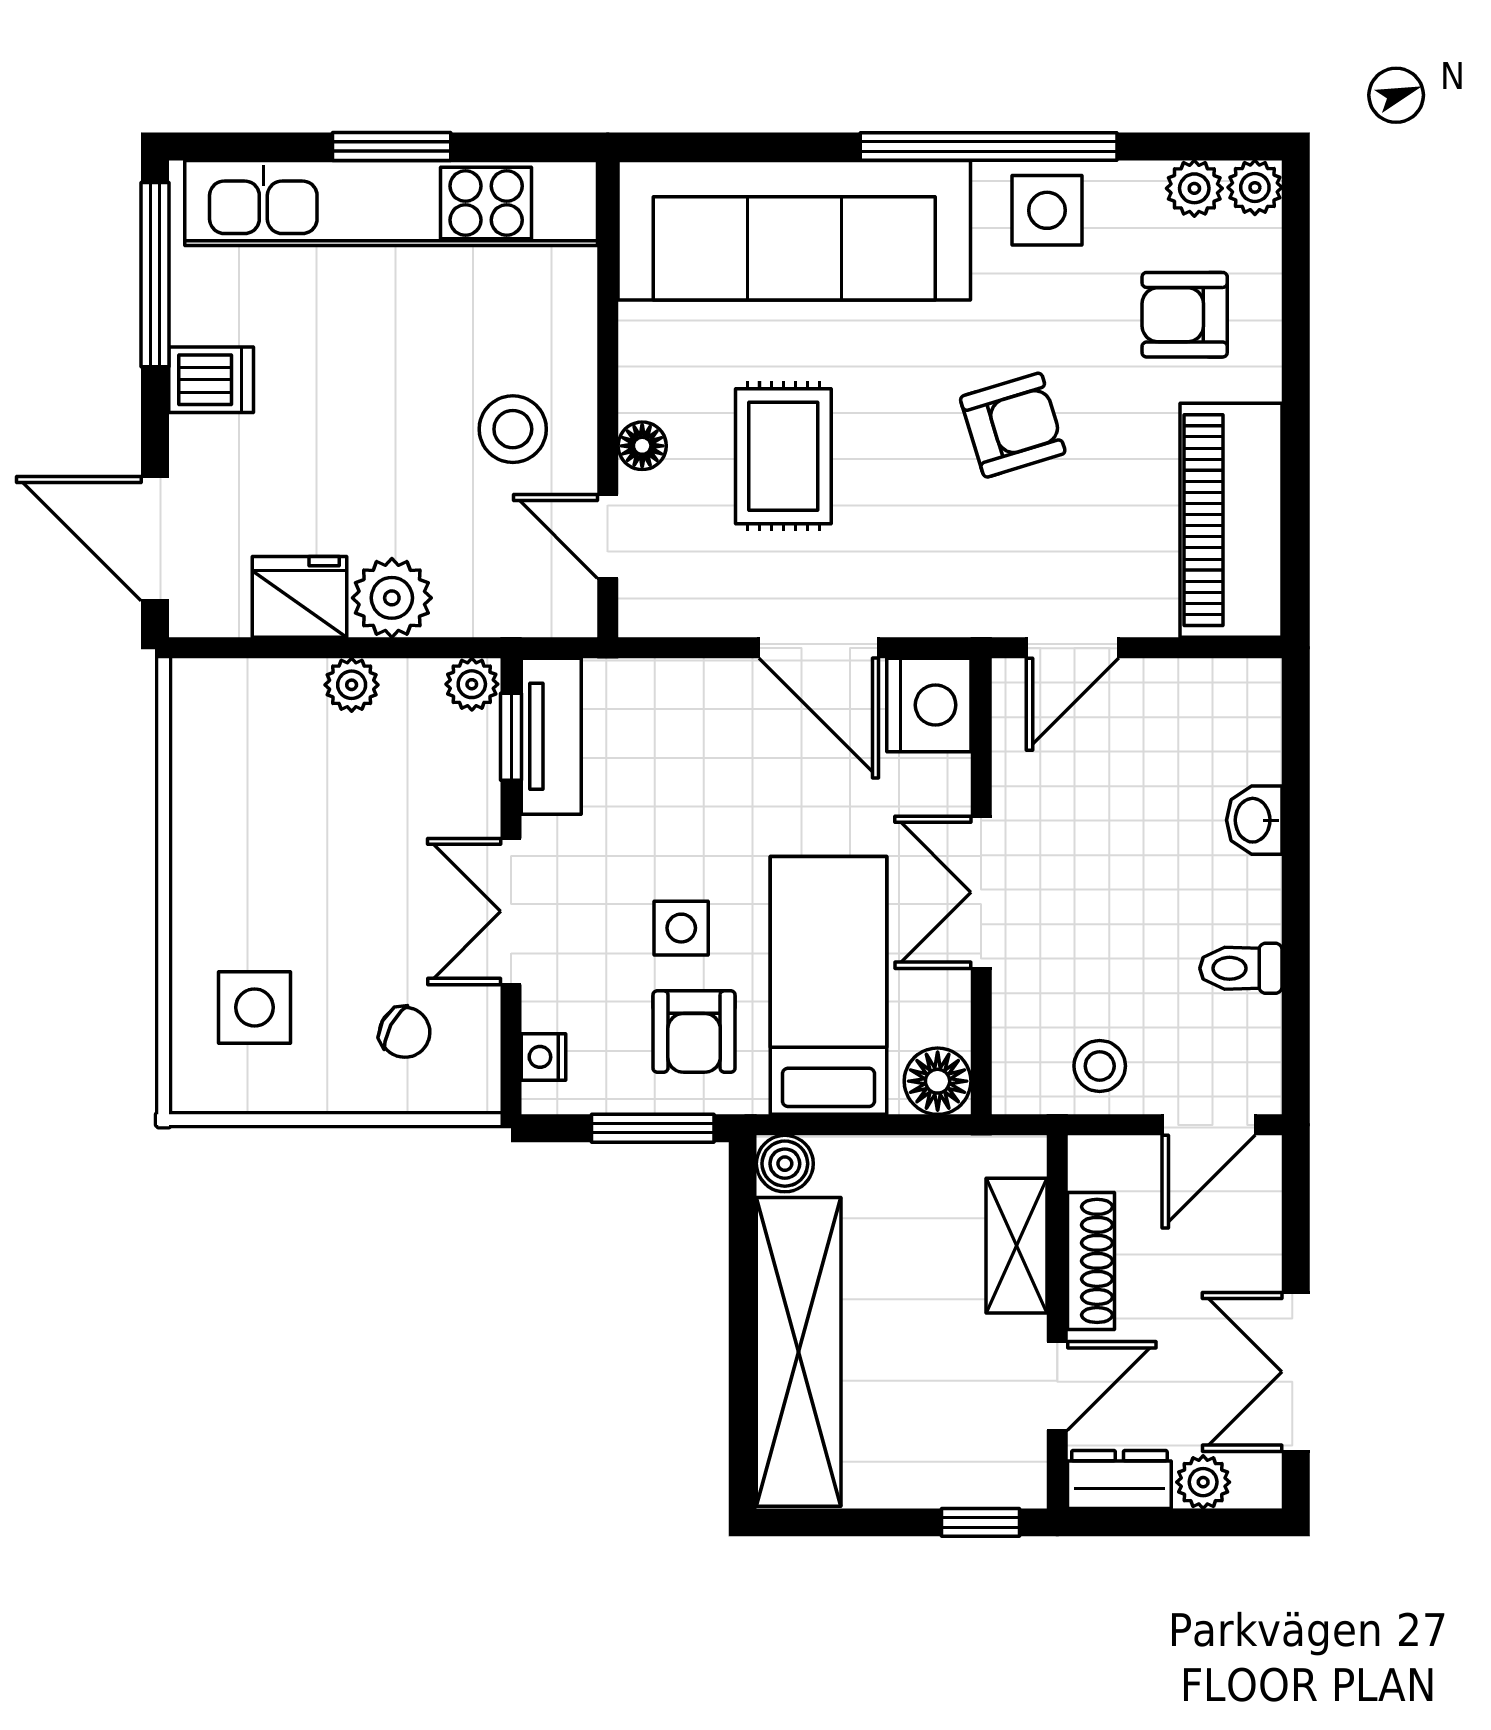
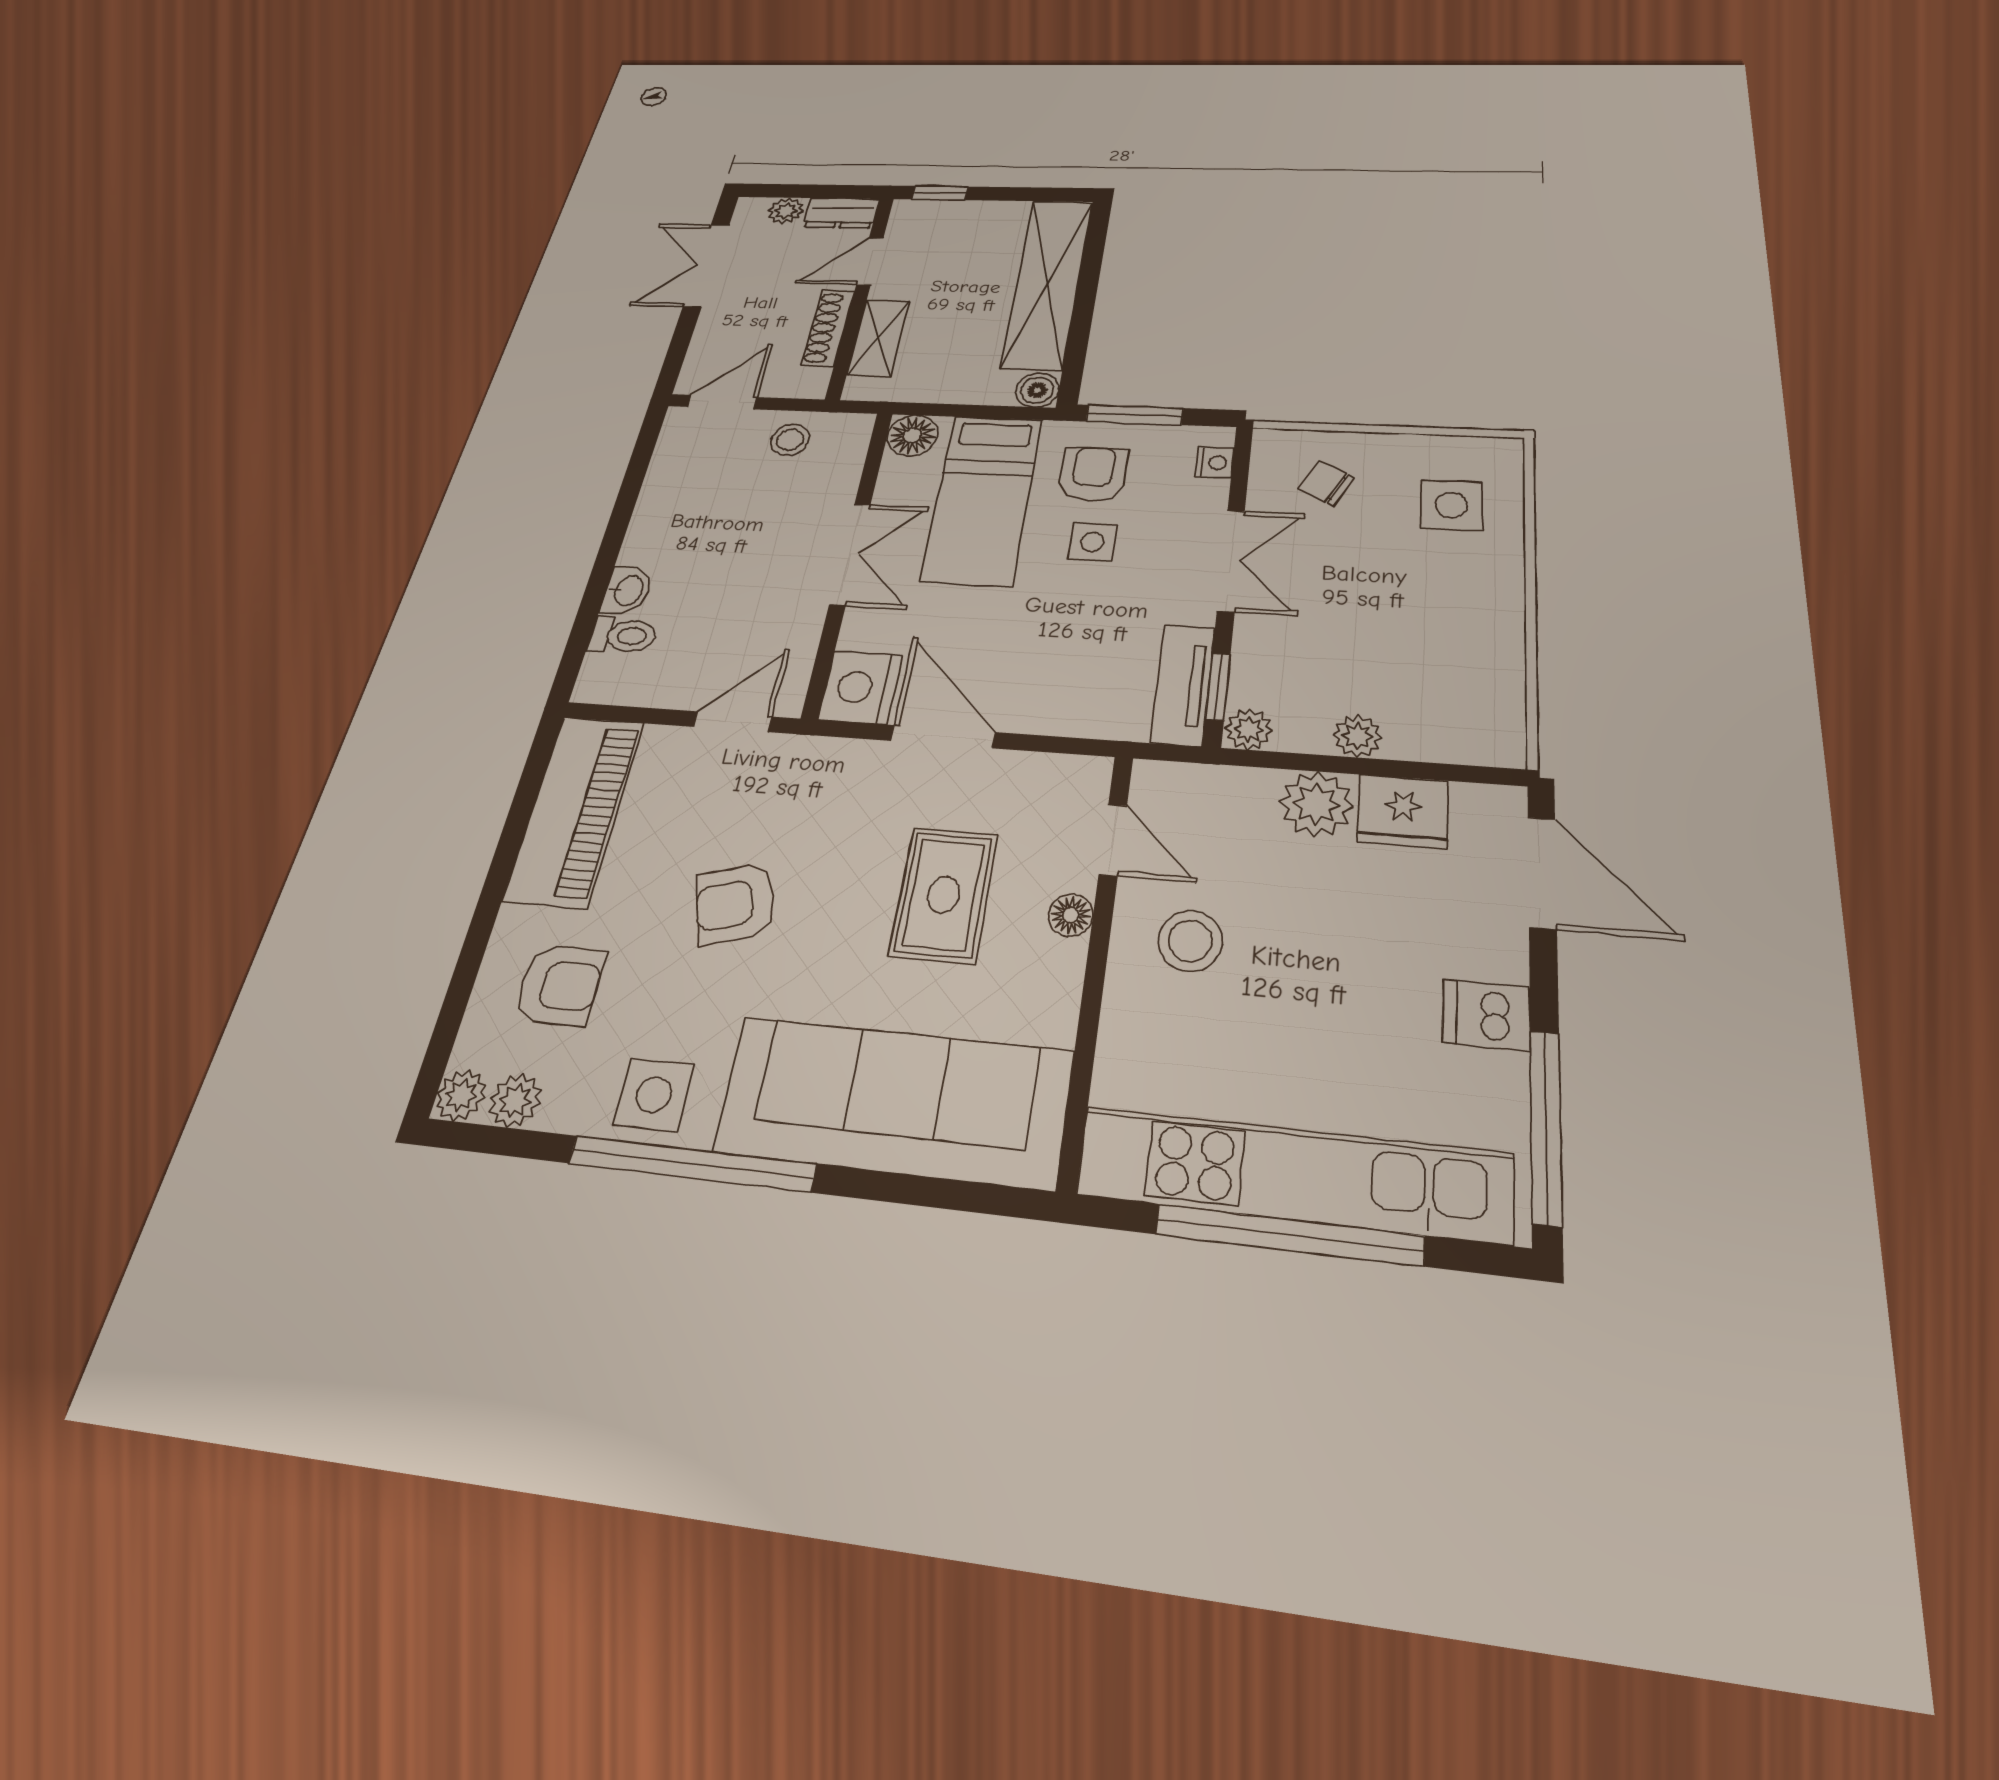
window: (392, 147) -> (1289, 1235), width x2.11
toilet: (1241, 968) -> (623, 636), moved
double door: (1296, 1372) -> (706, 265), swing flipped

